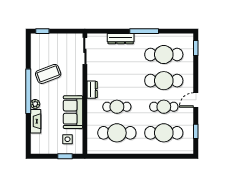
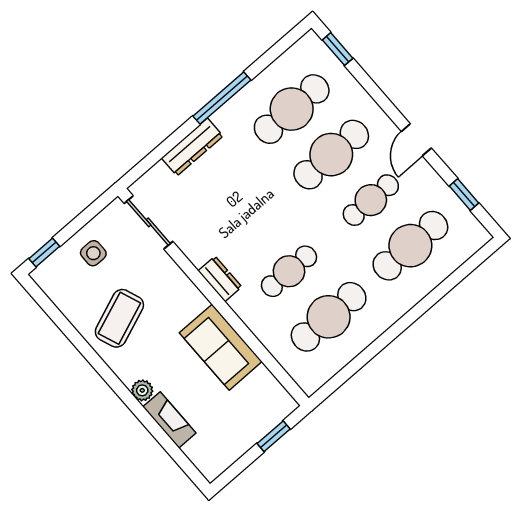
window: (28, 91) -> (111, 379), removed
side table: (67, 139) -> (93, 253), moved

